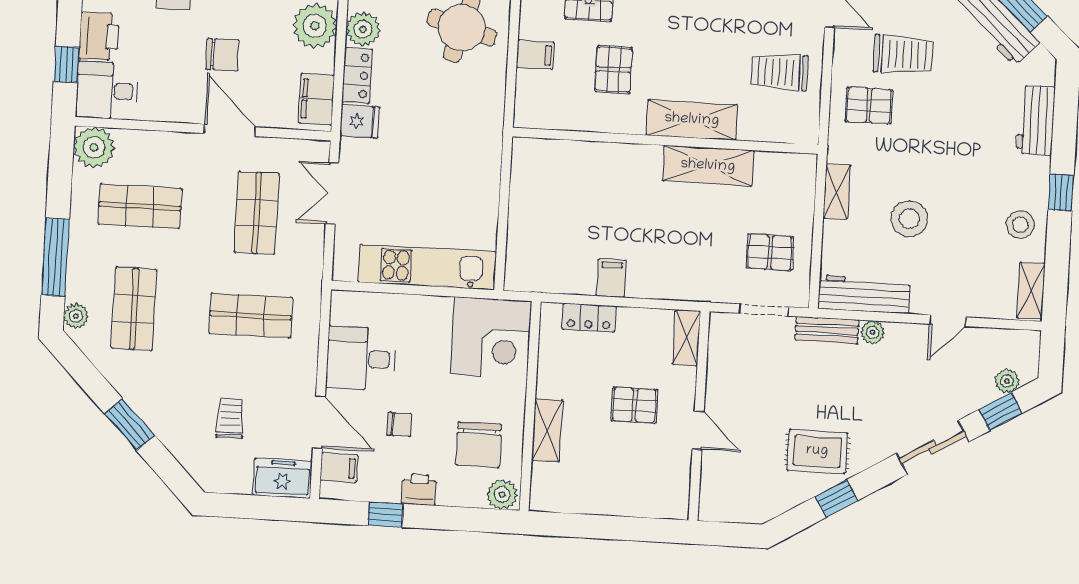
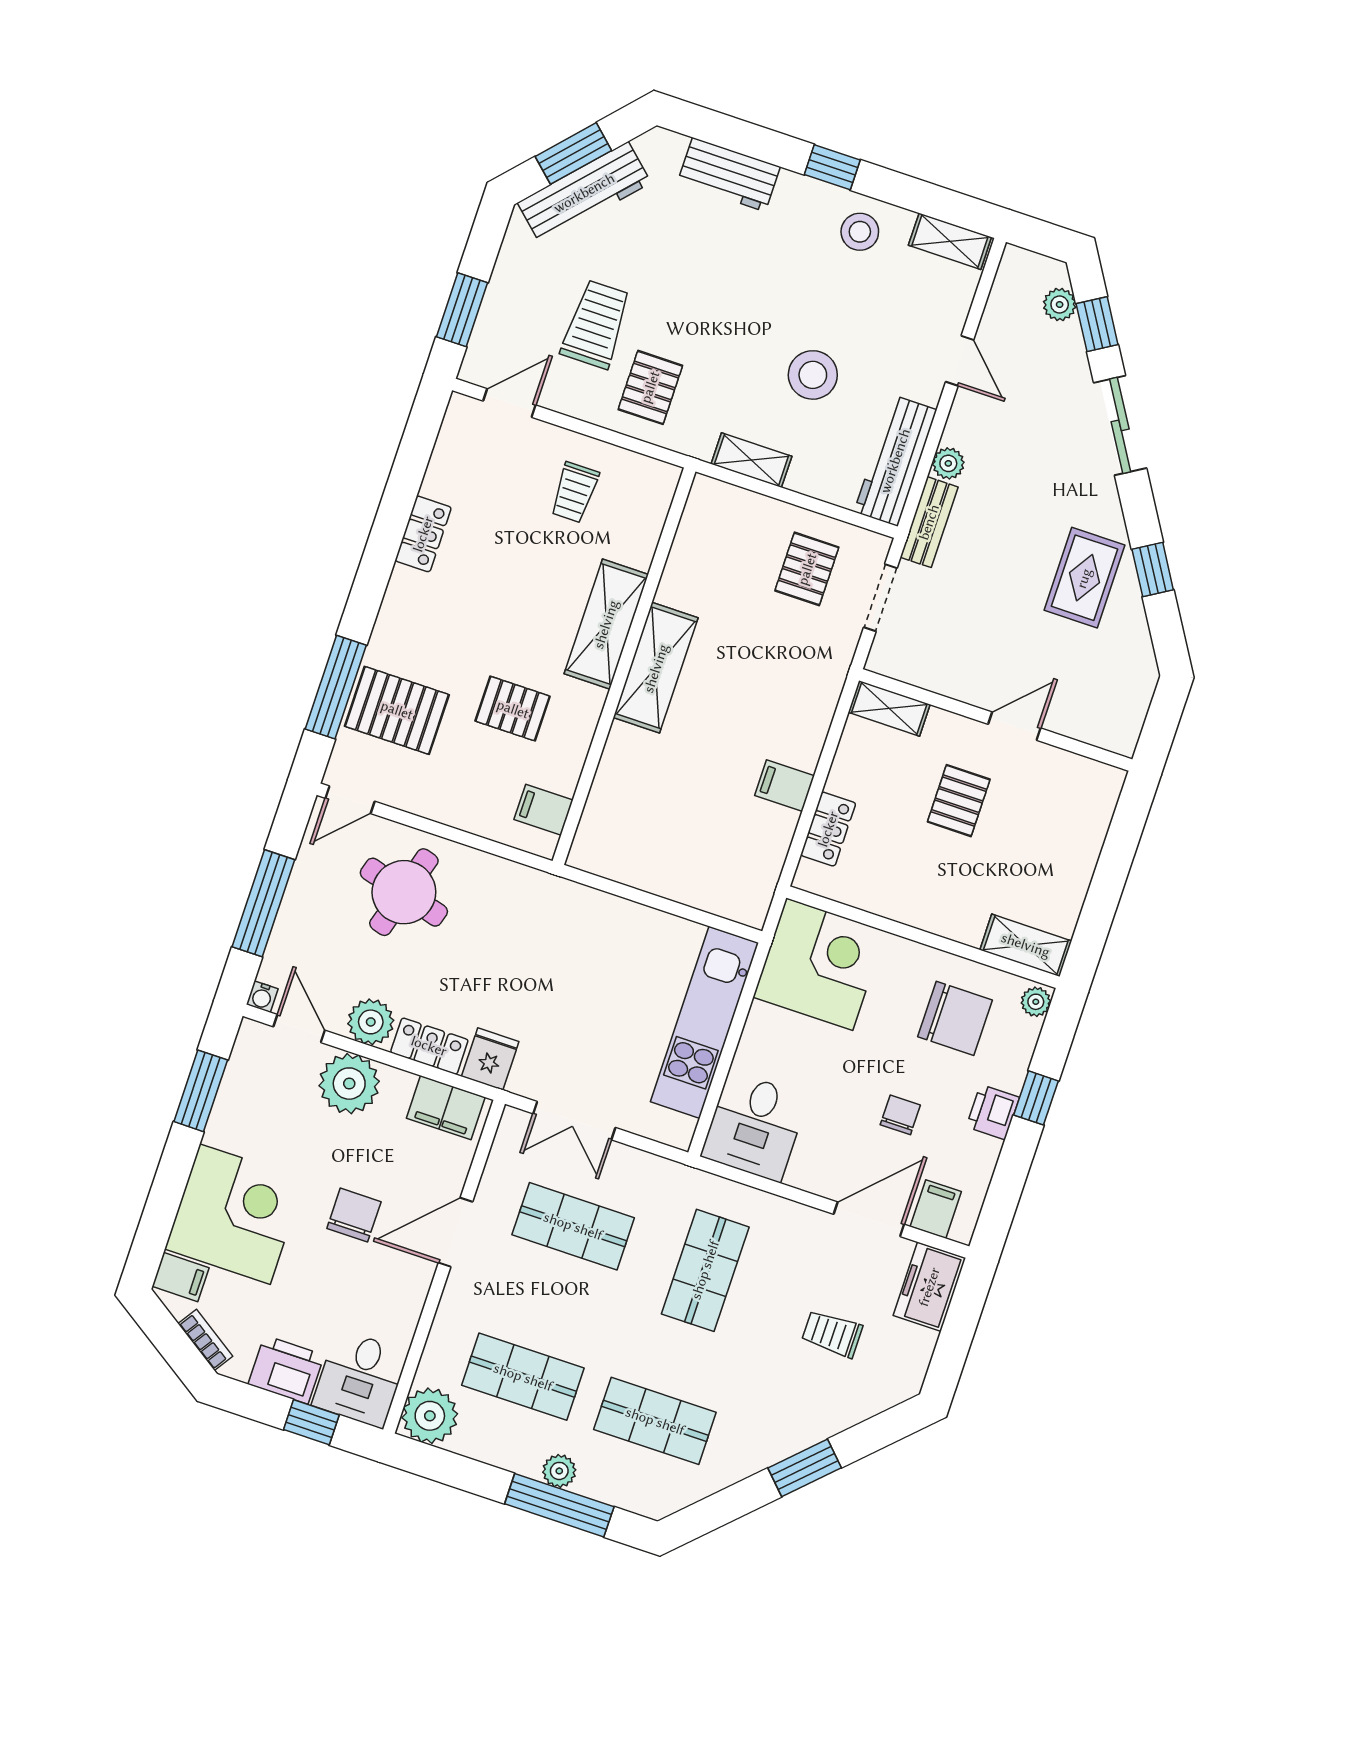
filing cabinet: (535, 55) -> (544, 810), moved, turned -90
trolley: (779, 72) -> (574, 492), width x0.73, depth x0.72
shelving: (708, 166) -> (656, 668), moved
shop shelf: (140, 206) -> (523, 1377), turned 90
plant: (76, 316) -> (559, 1471), moved
desk: (361, 358) -> (755, 1126), moved
shelving: (547, 430) -> (1026, 945), moved
plant: (502, 495) -> (1036, 1002), width x0.73, depth x0.73
window: (386, 515) -> (1036, 1098), moved

